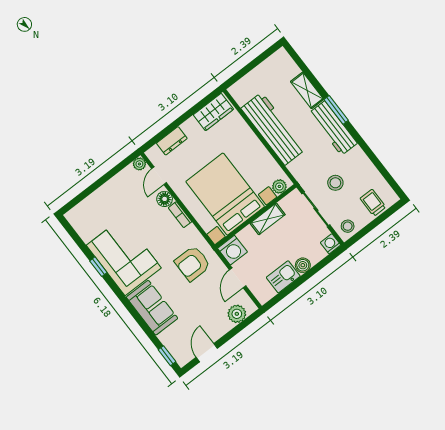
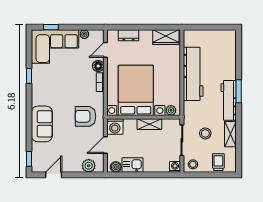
shelving: (307, 90) -> (230, 134), moved
plant: (139, 164) -> (84, 34), moved
window: (82, 196) -> (51, 27), added
corner sofa: (124, 257) -> (55, 46), moved, turned 90
boiler: (303, 265) -> (116, 167), moved

